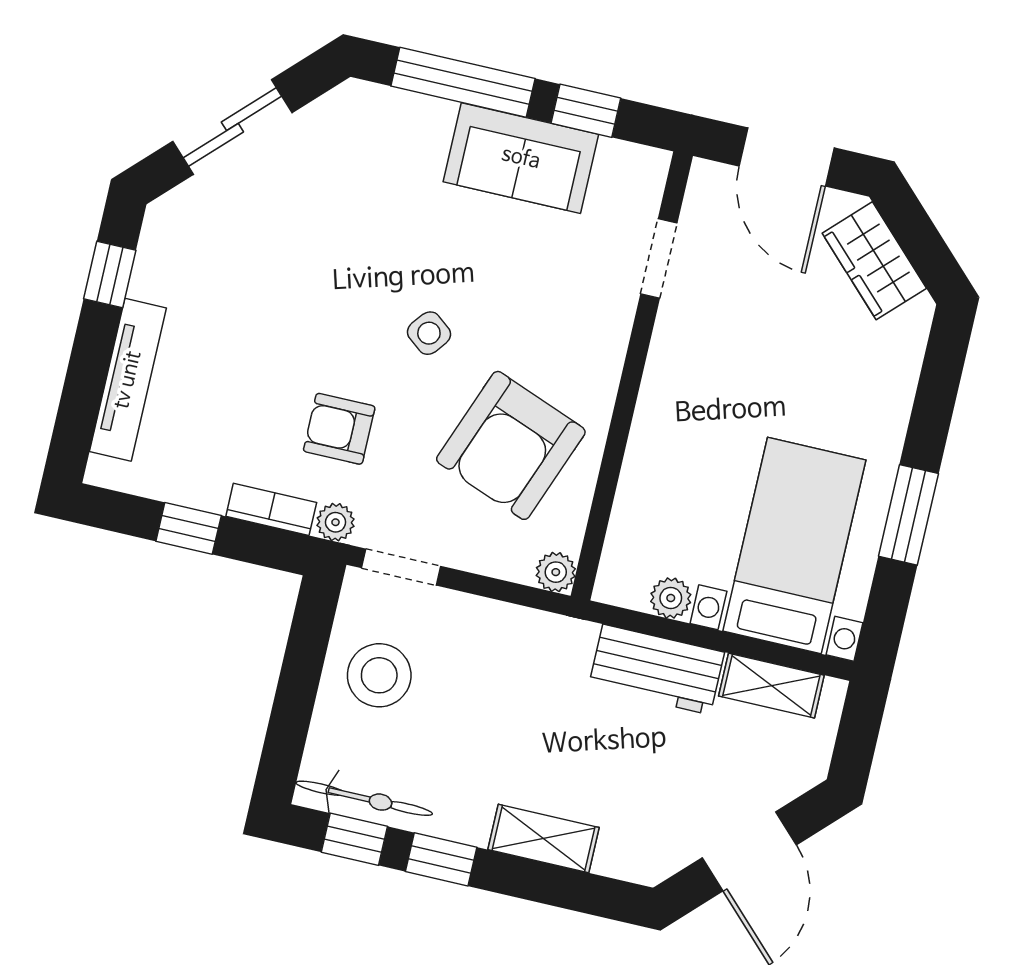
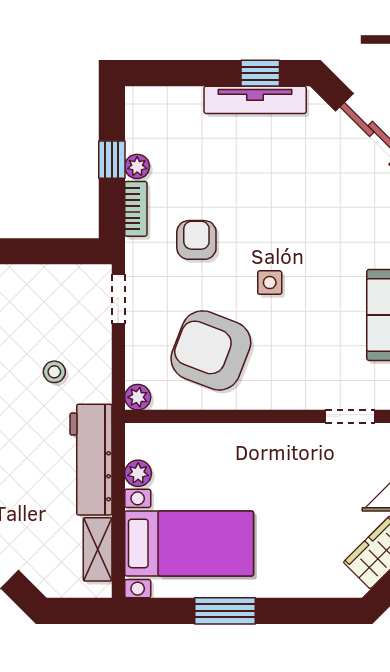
side table: (429, 333) -> (270, 283), turned -38
tv unit: (128, 380) -> (255, 100), moved
plant: (336, 522) -> (137, 166), moved
workbench: (657, 670) -> (91, 460), width x1.38
stool: (379, 675) -> (54, 372), moved, width x0.53, depth x0.53

